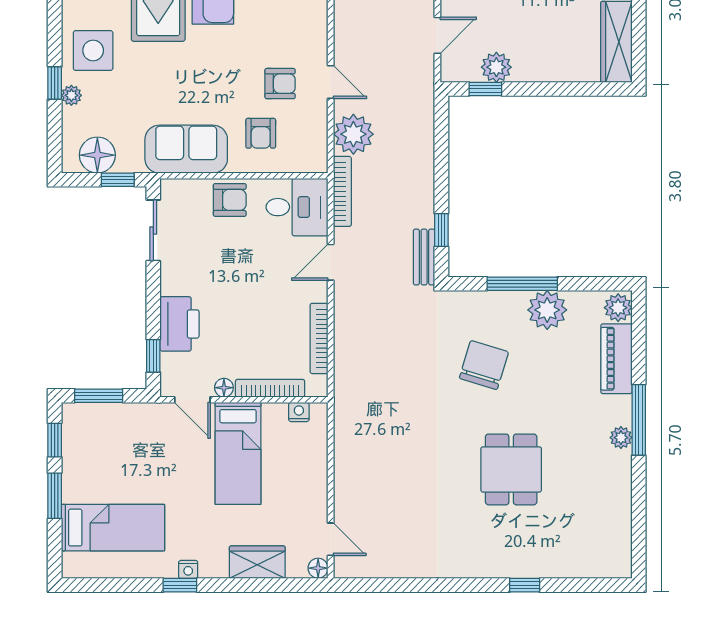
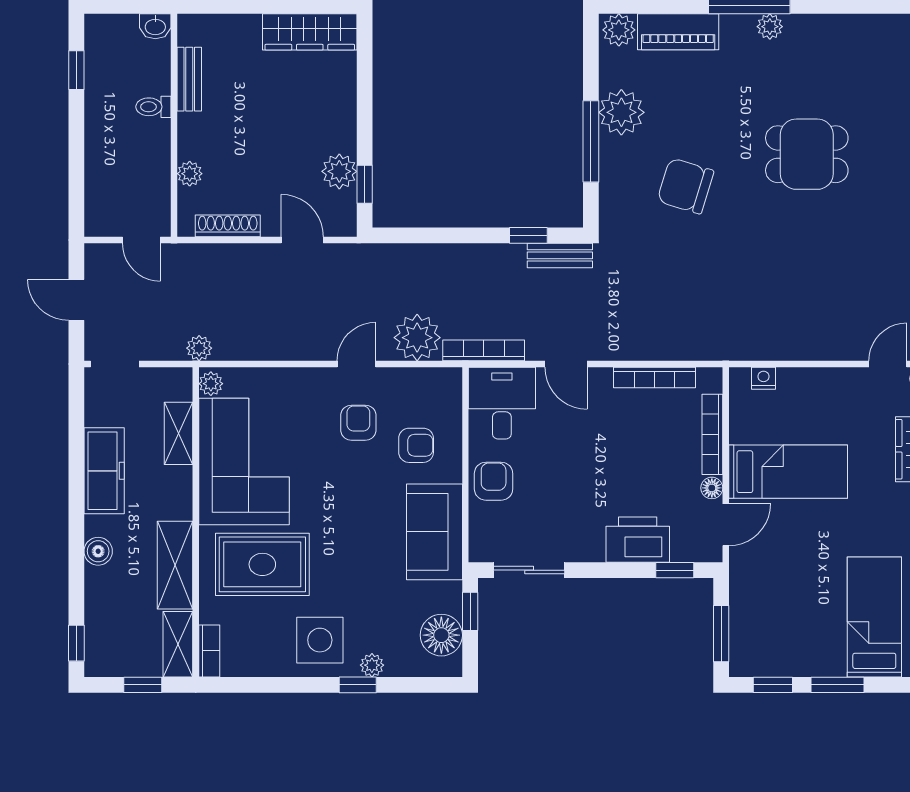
nightstand: (299, 412) -> (764, 378), moved, turned 90

